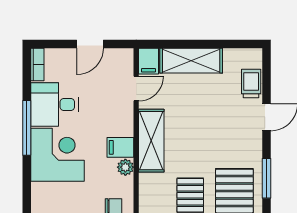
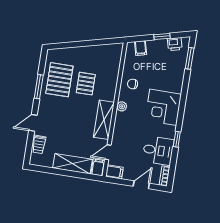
door: (90, 44) -> (141, 185), moved
window: (27, 128) -> (177, 139), width x0.46
filing cabinet: (120, 147) -> (114, 172), moved
corner desk: (57, 155) -> (163, 107), moved

